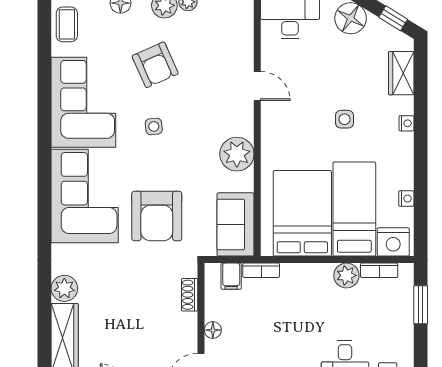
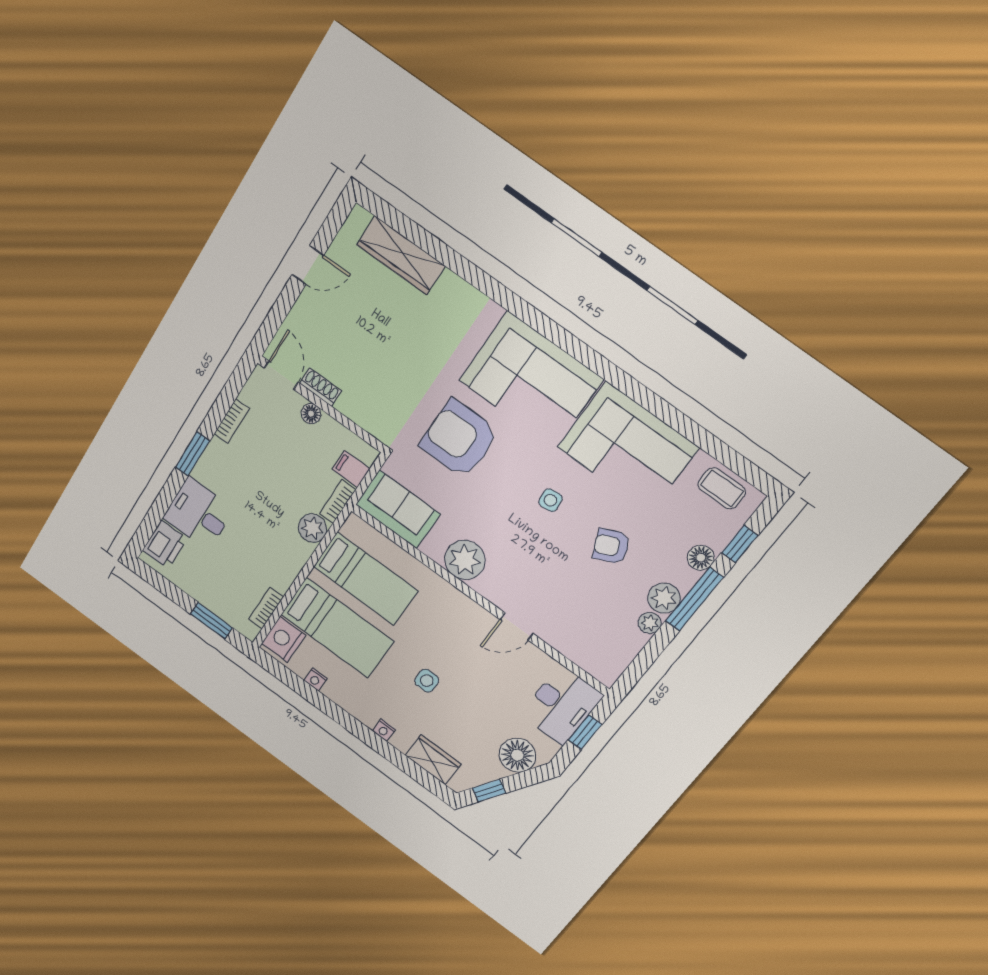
armchair: (155, 65) -> (611, 546), width x0.72, depth x0.72
bed: (302, 213) -> (365, 579), width x0.67
plant: (346, 275) -> (312, 528), moved
plant: (64, 288) -> (451, 291), removed
shoe rack: (190, 295) -> (320, 387), moved

